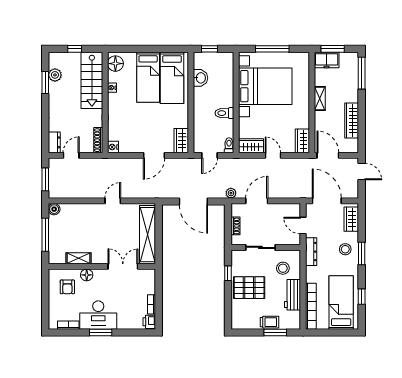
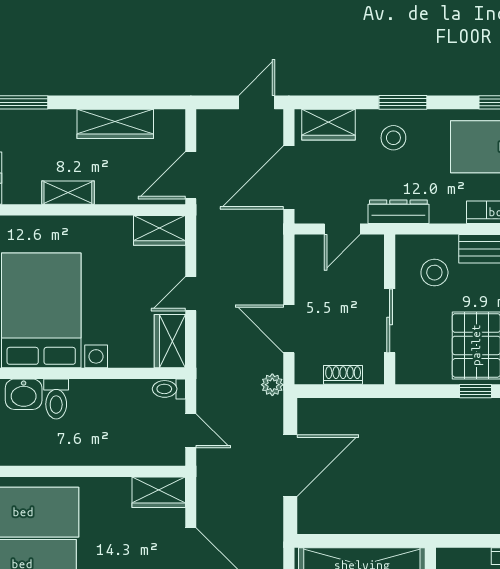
washbasin: (200, 78) -> (24, 394), moved, turned 180
toilet: (224, 113) -> (56, 399), moved
door: (362, 171) -> (257, 102), moved
window: (228, 273) -> (475, 391), moved

